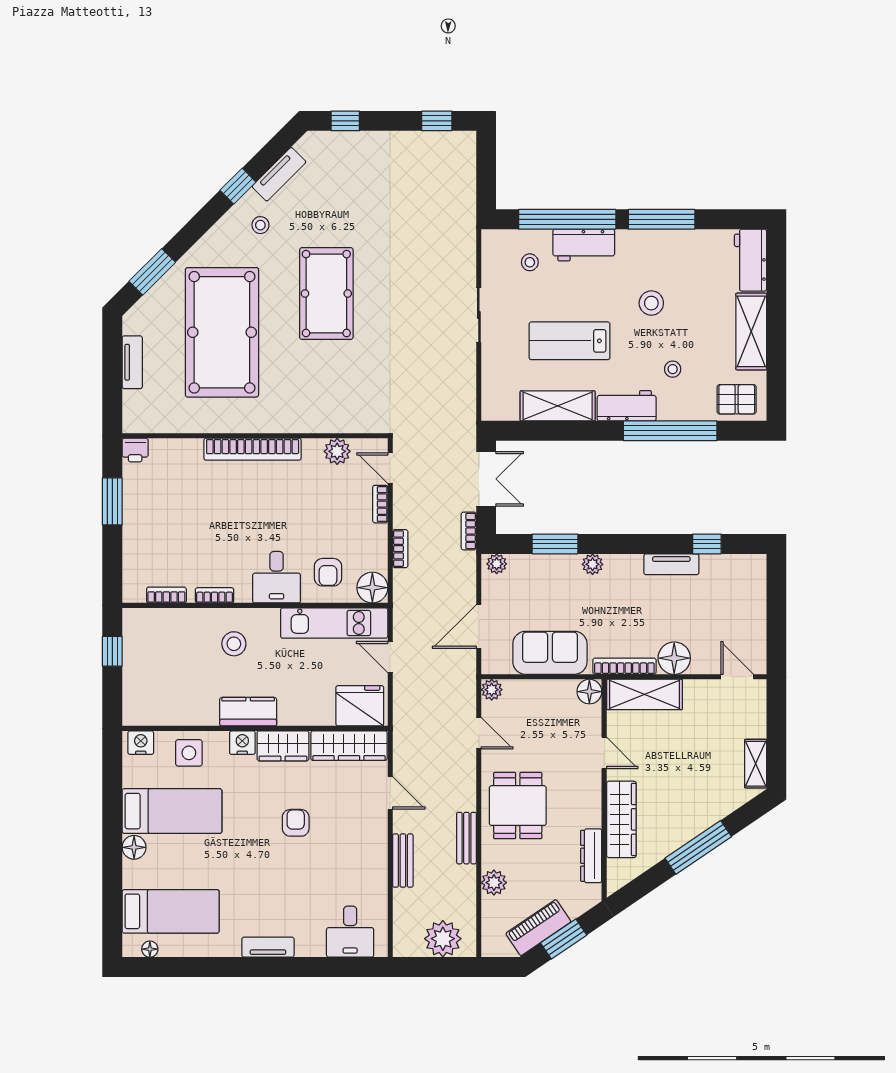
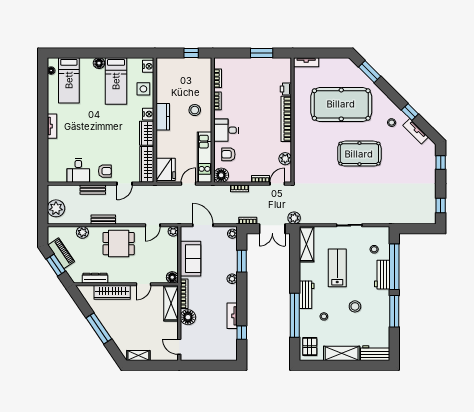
tv unit: (132, 362) -> (306, 62), moved
shelving: (558, 406) -> (307, 244), moved
plant: (463, 432) -> (294, 218), added
printer: (135, 450) -> (286, 89), moved
door: (737, 677) -> (179, 347), swing flipped
armchair: (296, 823) -> (105, 171), moved
desk: (350, 932) -> (78, 170), moved, turned -90

